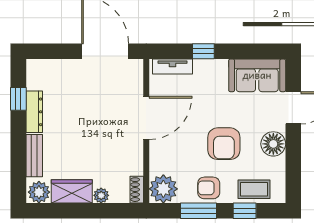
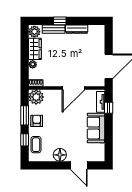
window: (203, 51) -> (109, 108), moved
sofa: (257, 75) -> (96, 128), moved
window: (18, 99) -> (60, 21), moved
door: (146, 118) -> (73, 88), hinge flipped
armchair: (224, 144) -> (60, 129), removed

